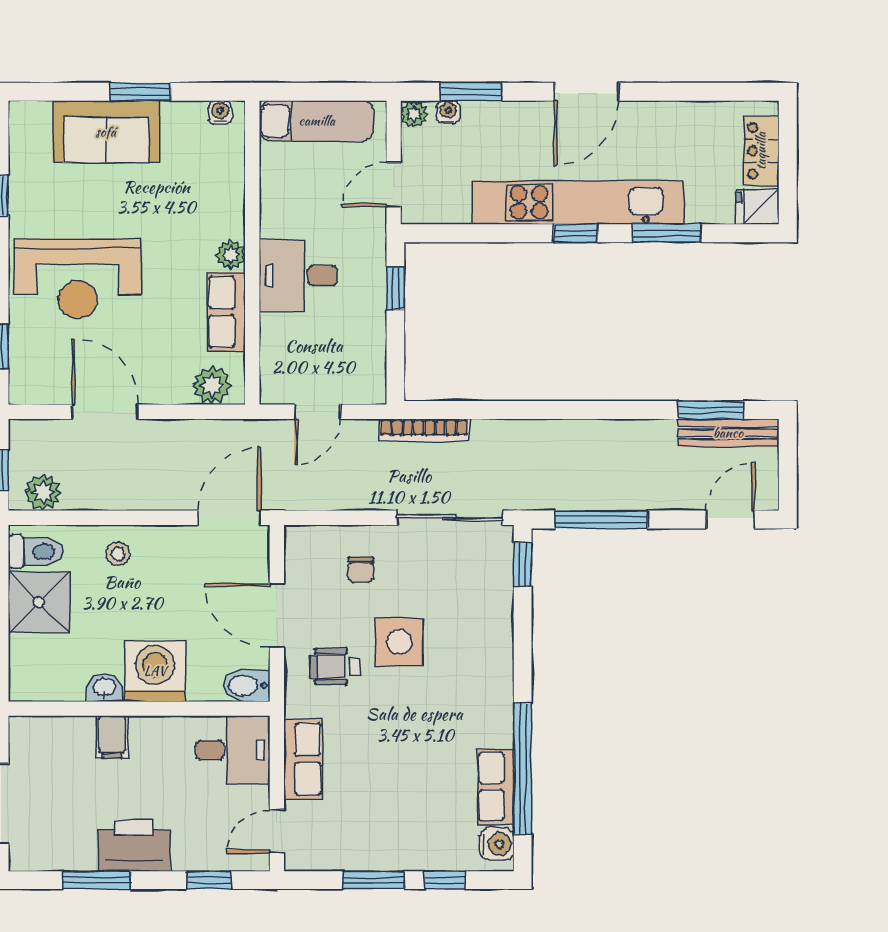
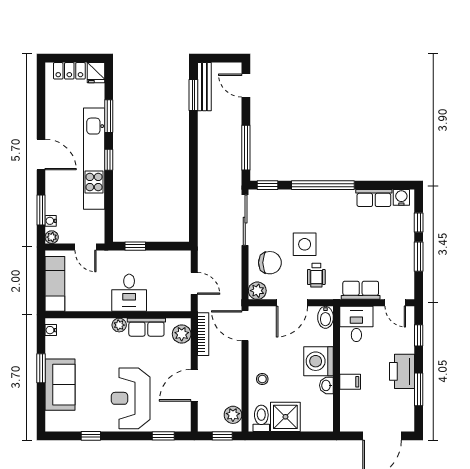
reception desk: (78, 279) -> (131, 398), turned 180
bookcase: (424, 430) -> (203, 334), moved
plant: (302, 543) -> (257, 291), added
chair: (361, 570) -> (270, 263), width x1.87, depth x1.87
window: (523, 768) -> (323, 185), moved

